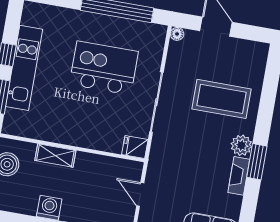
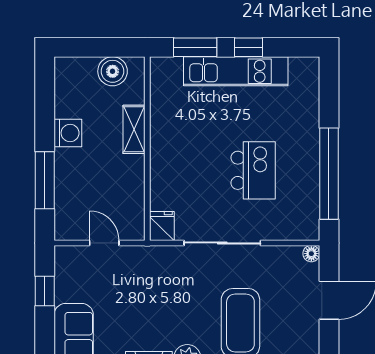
kitchen island: (104, 68) -> (253, 170), width x0.73, depth x0.78
door: (140, 194) -> (104, 243), hinge flipped

